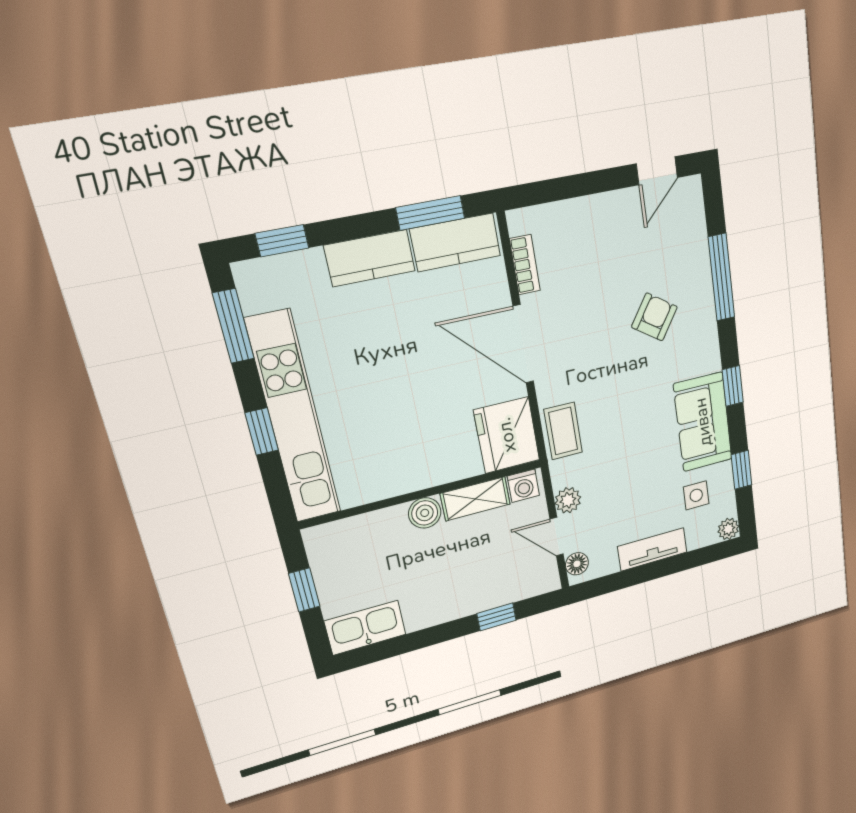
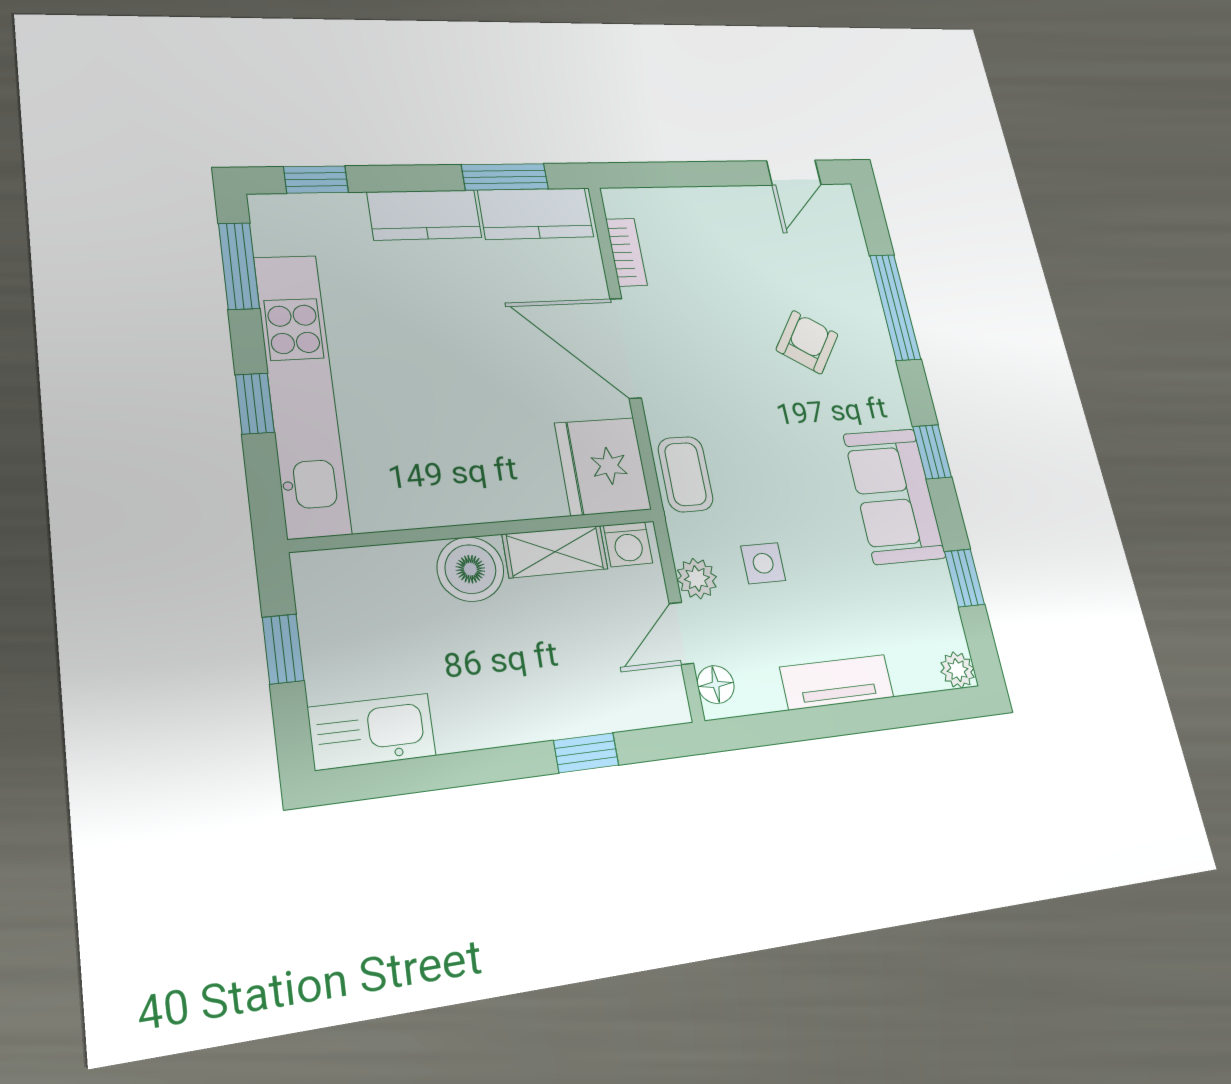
side table: (696, 495) -> (763, 563), moved
boiler: (425, 513) -> (470, 569), width x1.36, depth x1.36
door: (557, 537) -> (681, 633), hinge flipped

